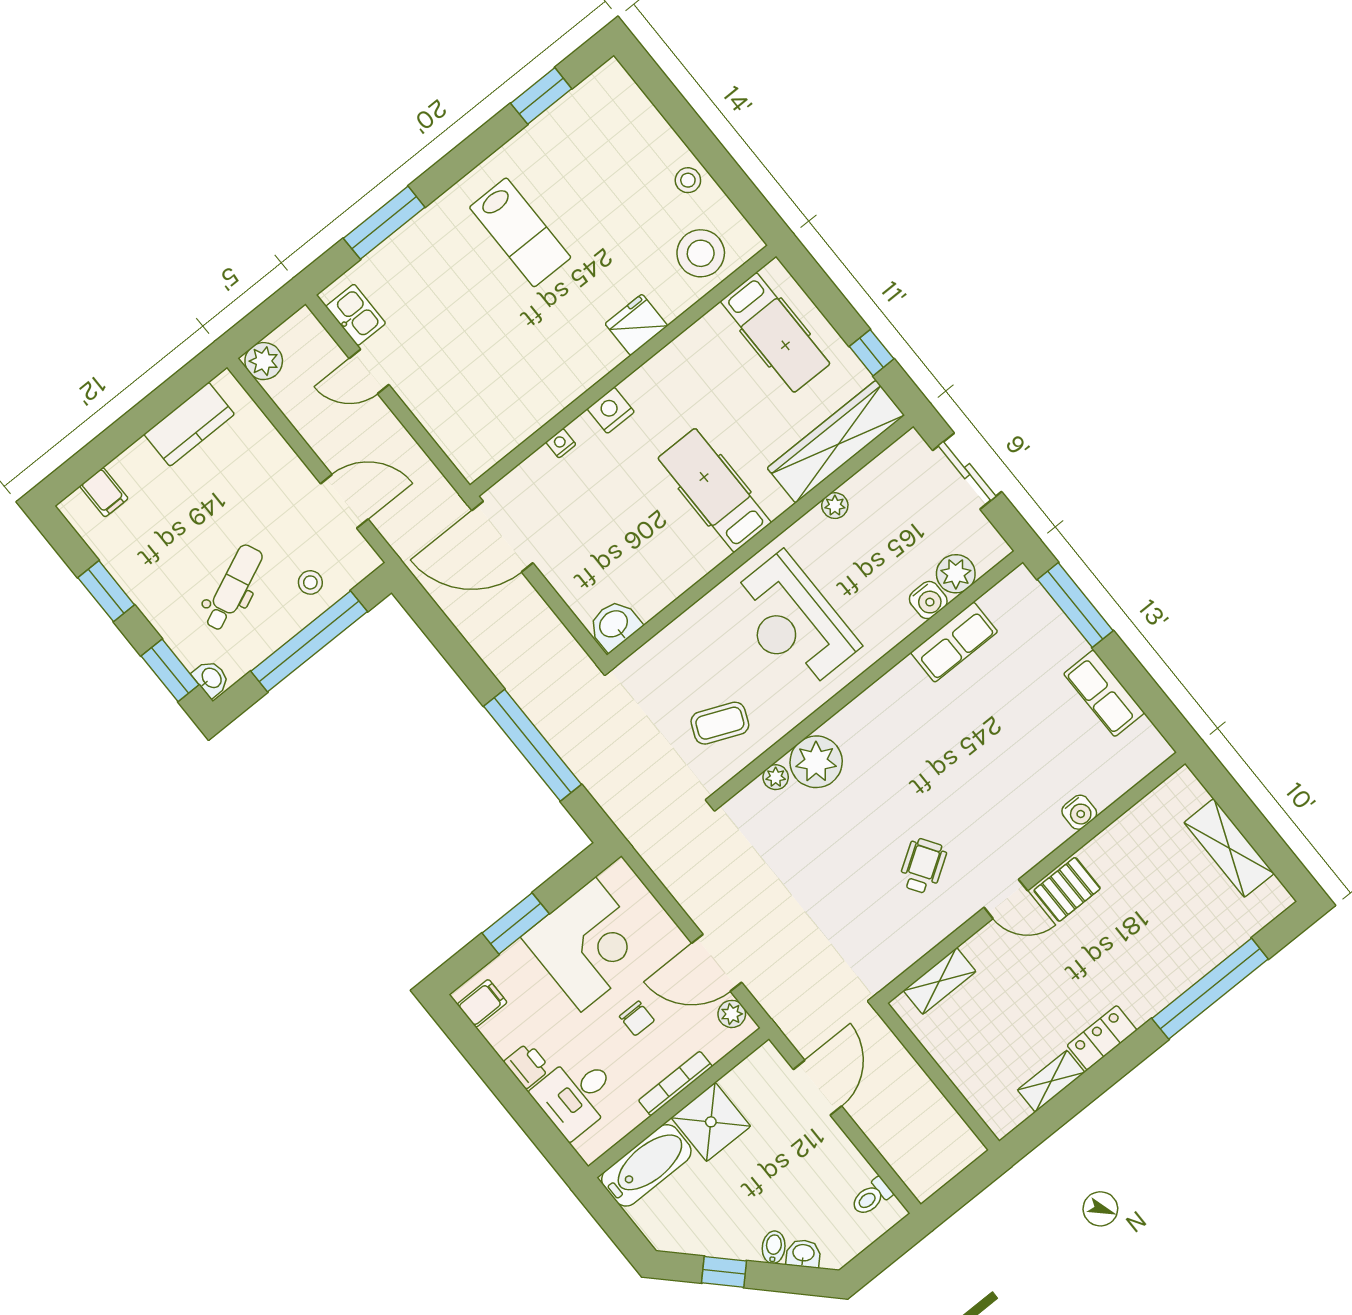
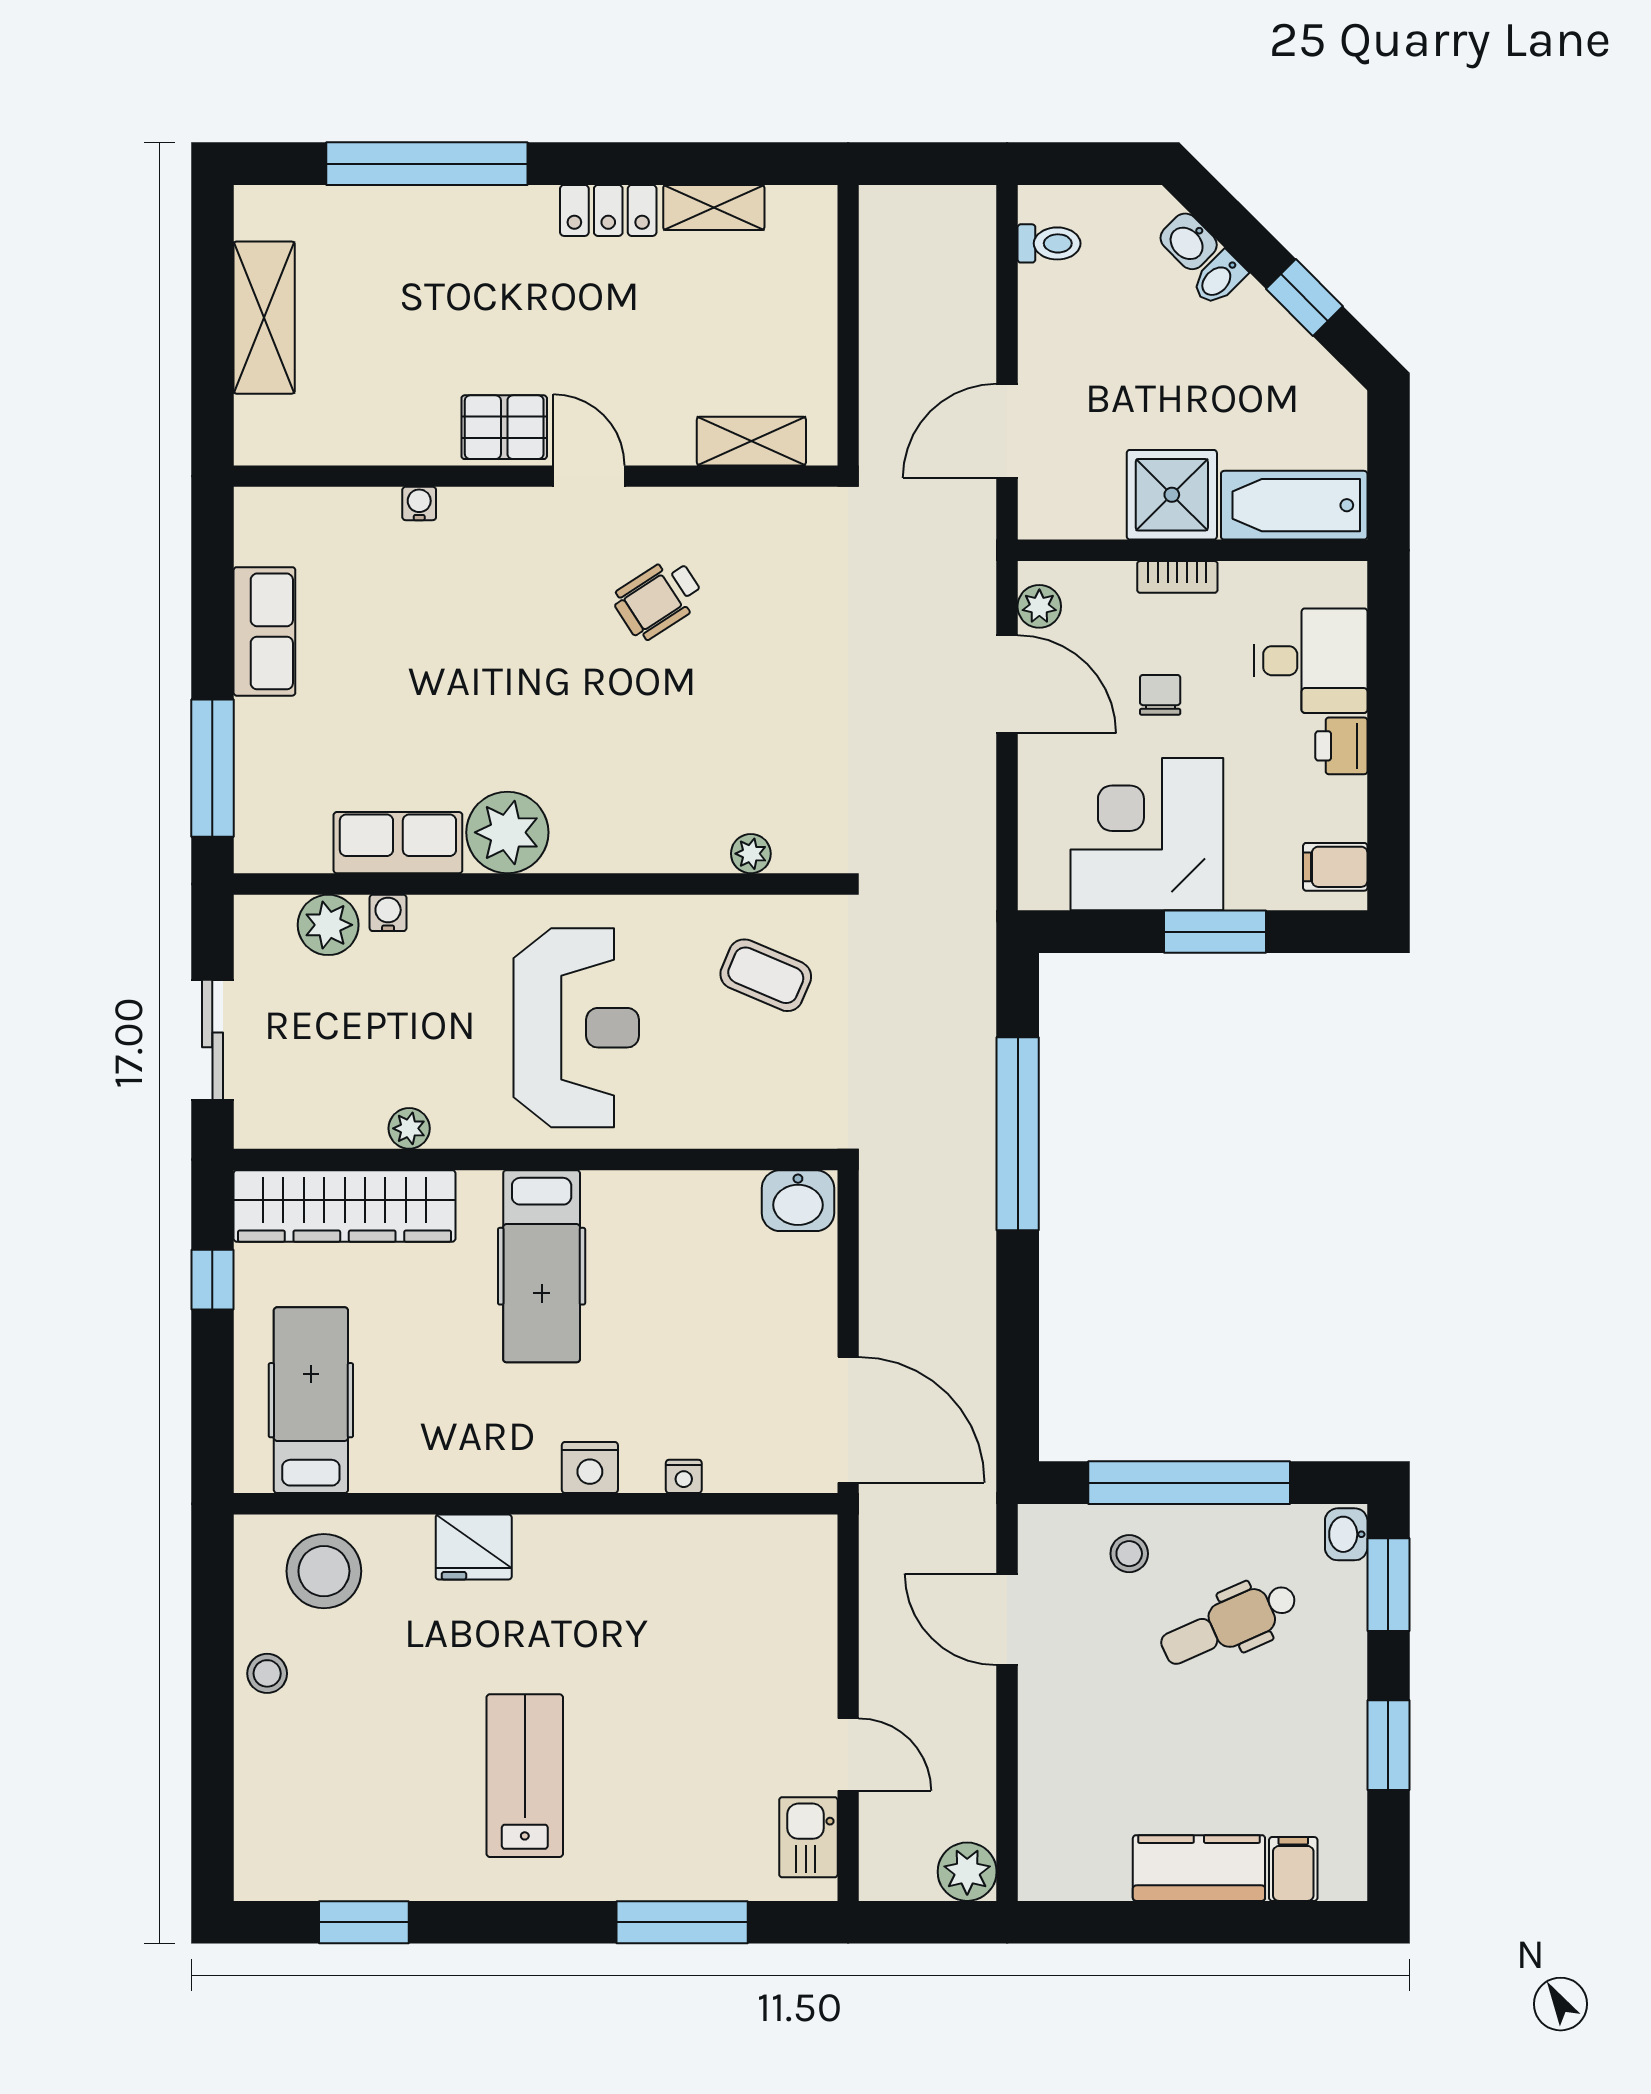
kitchen counter: (189, 424) -> (1199, 1868), moved
water cooler: (928, 600) -> (388, 913), width x0.72, depth x0.72
plant: (816, 762) -> (507, 832), moved
water cooler: (1079, 812) -> (419, 503), width x0.72, depth x0.72
bookcase: (675, 1083) -> (1177, 577), width x0.64

